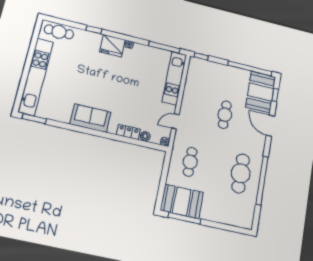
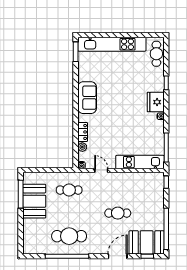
booth: (182, 201) -> (34, 201), moved

